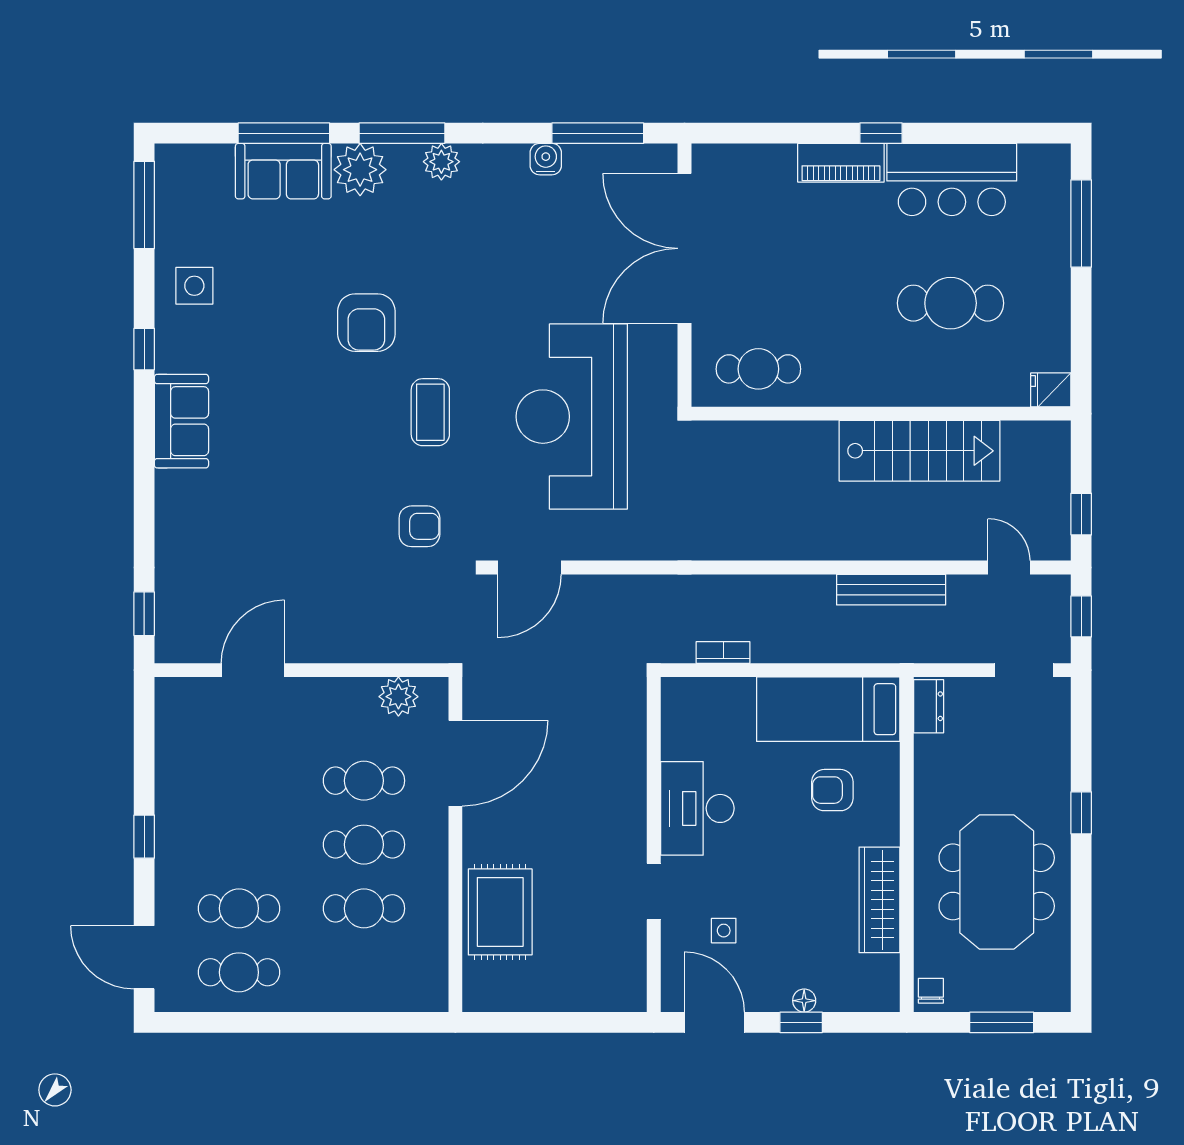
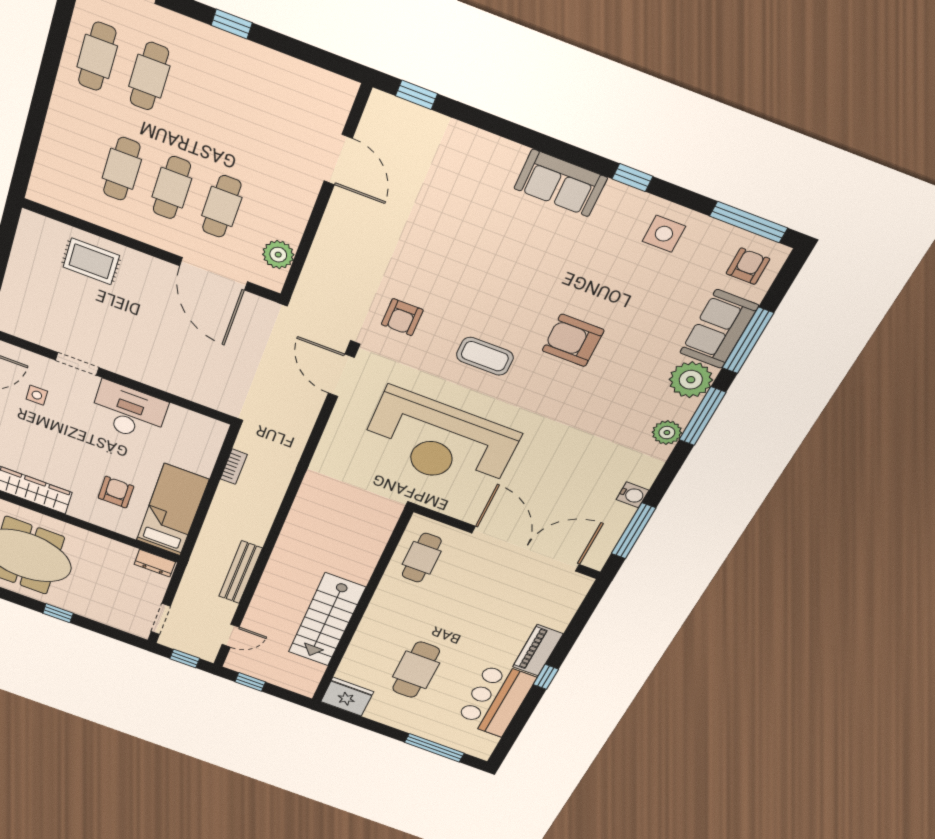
armchair: (195, 179) -> (748, 266), added
fridge: (1051, 390) -> (347, 697), width x1.88, depth x1.34
reception desk: (572, 417) -> (440, 441), turned 180
rug: (500, 912) -> (91, 261), width x0.73, depth x0.70

